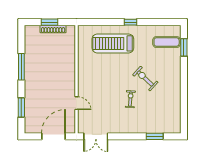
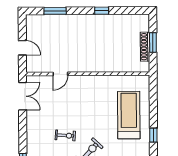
window: (21, 67) -> (102, 11), width x0.46
door: (53, 136) -> (22, 48), width x0.53
double door: (96, 136) -> (23, 96), swing flipped

